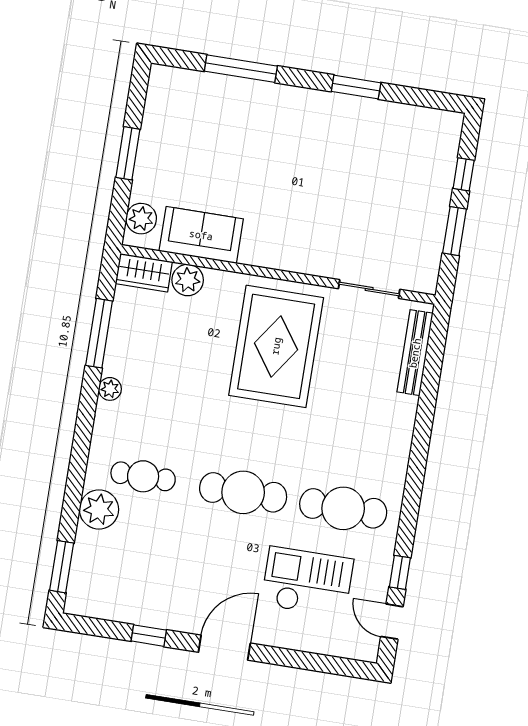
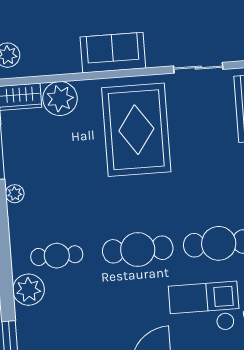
sofa: (201, 235) -> (113, 53), moved
plant: (188, 280) -> (60, 99), width x1.36, depth x1.36

